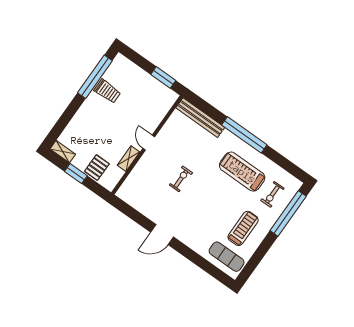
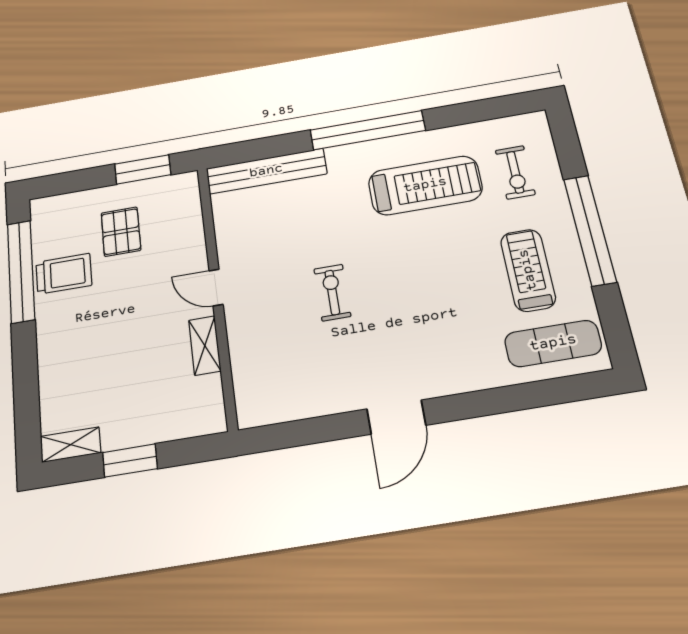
pallet: (97, 168) -> (121, 232), moved
treadmill: (242, 172) -> (425, 185), turned 180
window: (288, 213) -> (590, 230), moved

